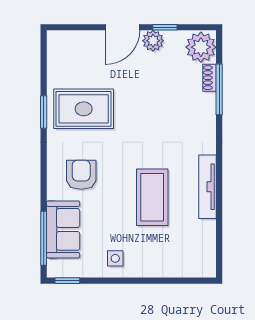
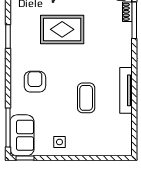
rug: (84, 109) -> (62, 29), moved
coffee table: (152, 197) -> (86, 98), width x0.73, depth x0.76
sofa: (63, 229) -> (22, 135), moved

